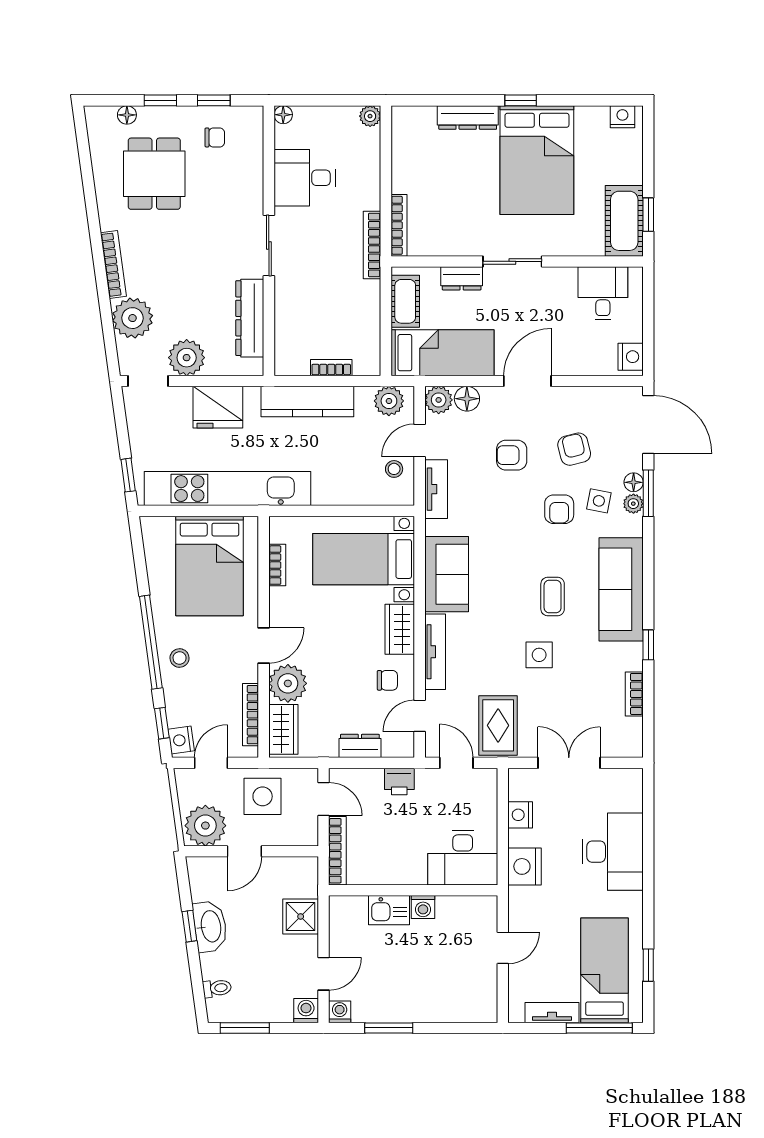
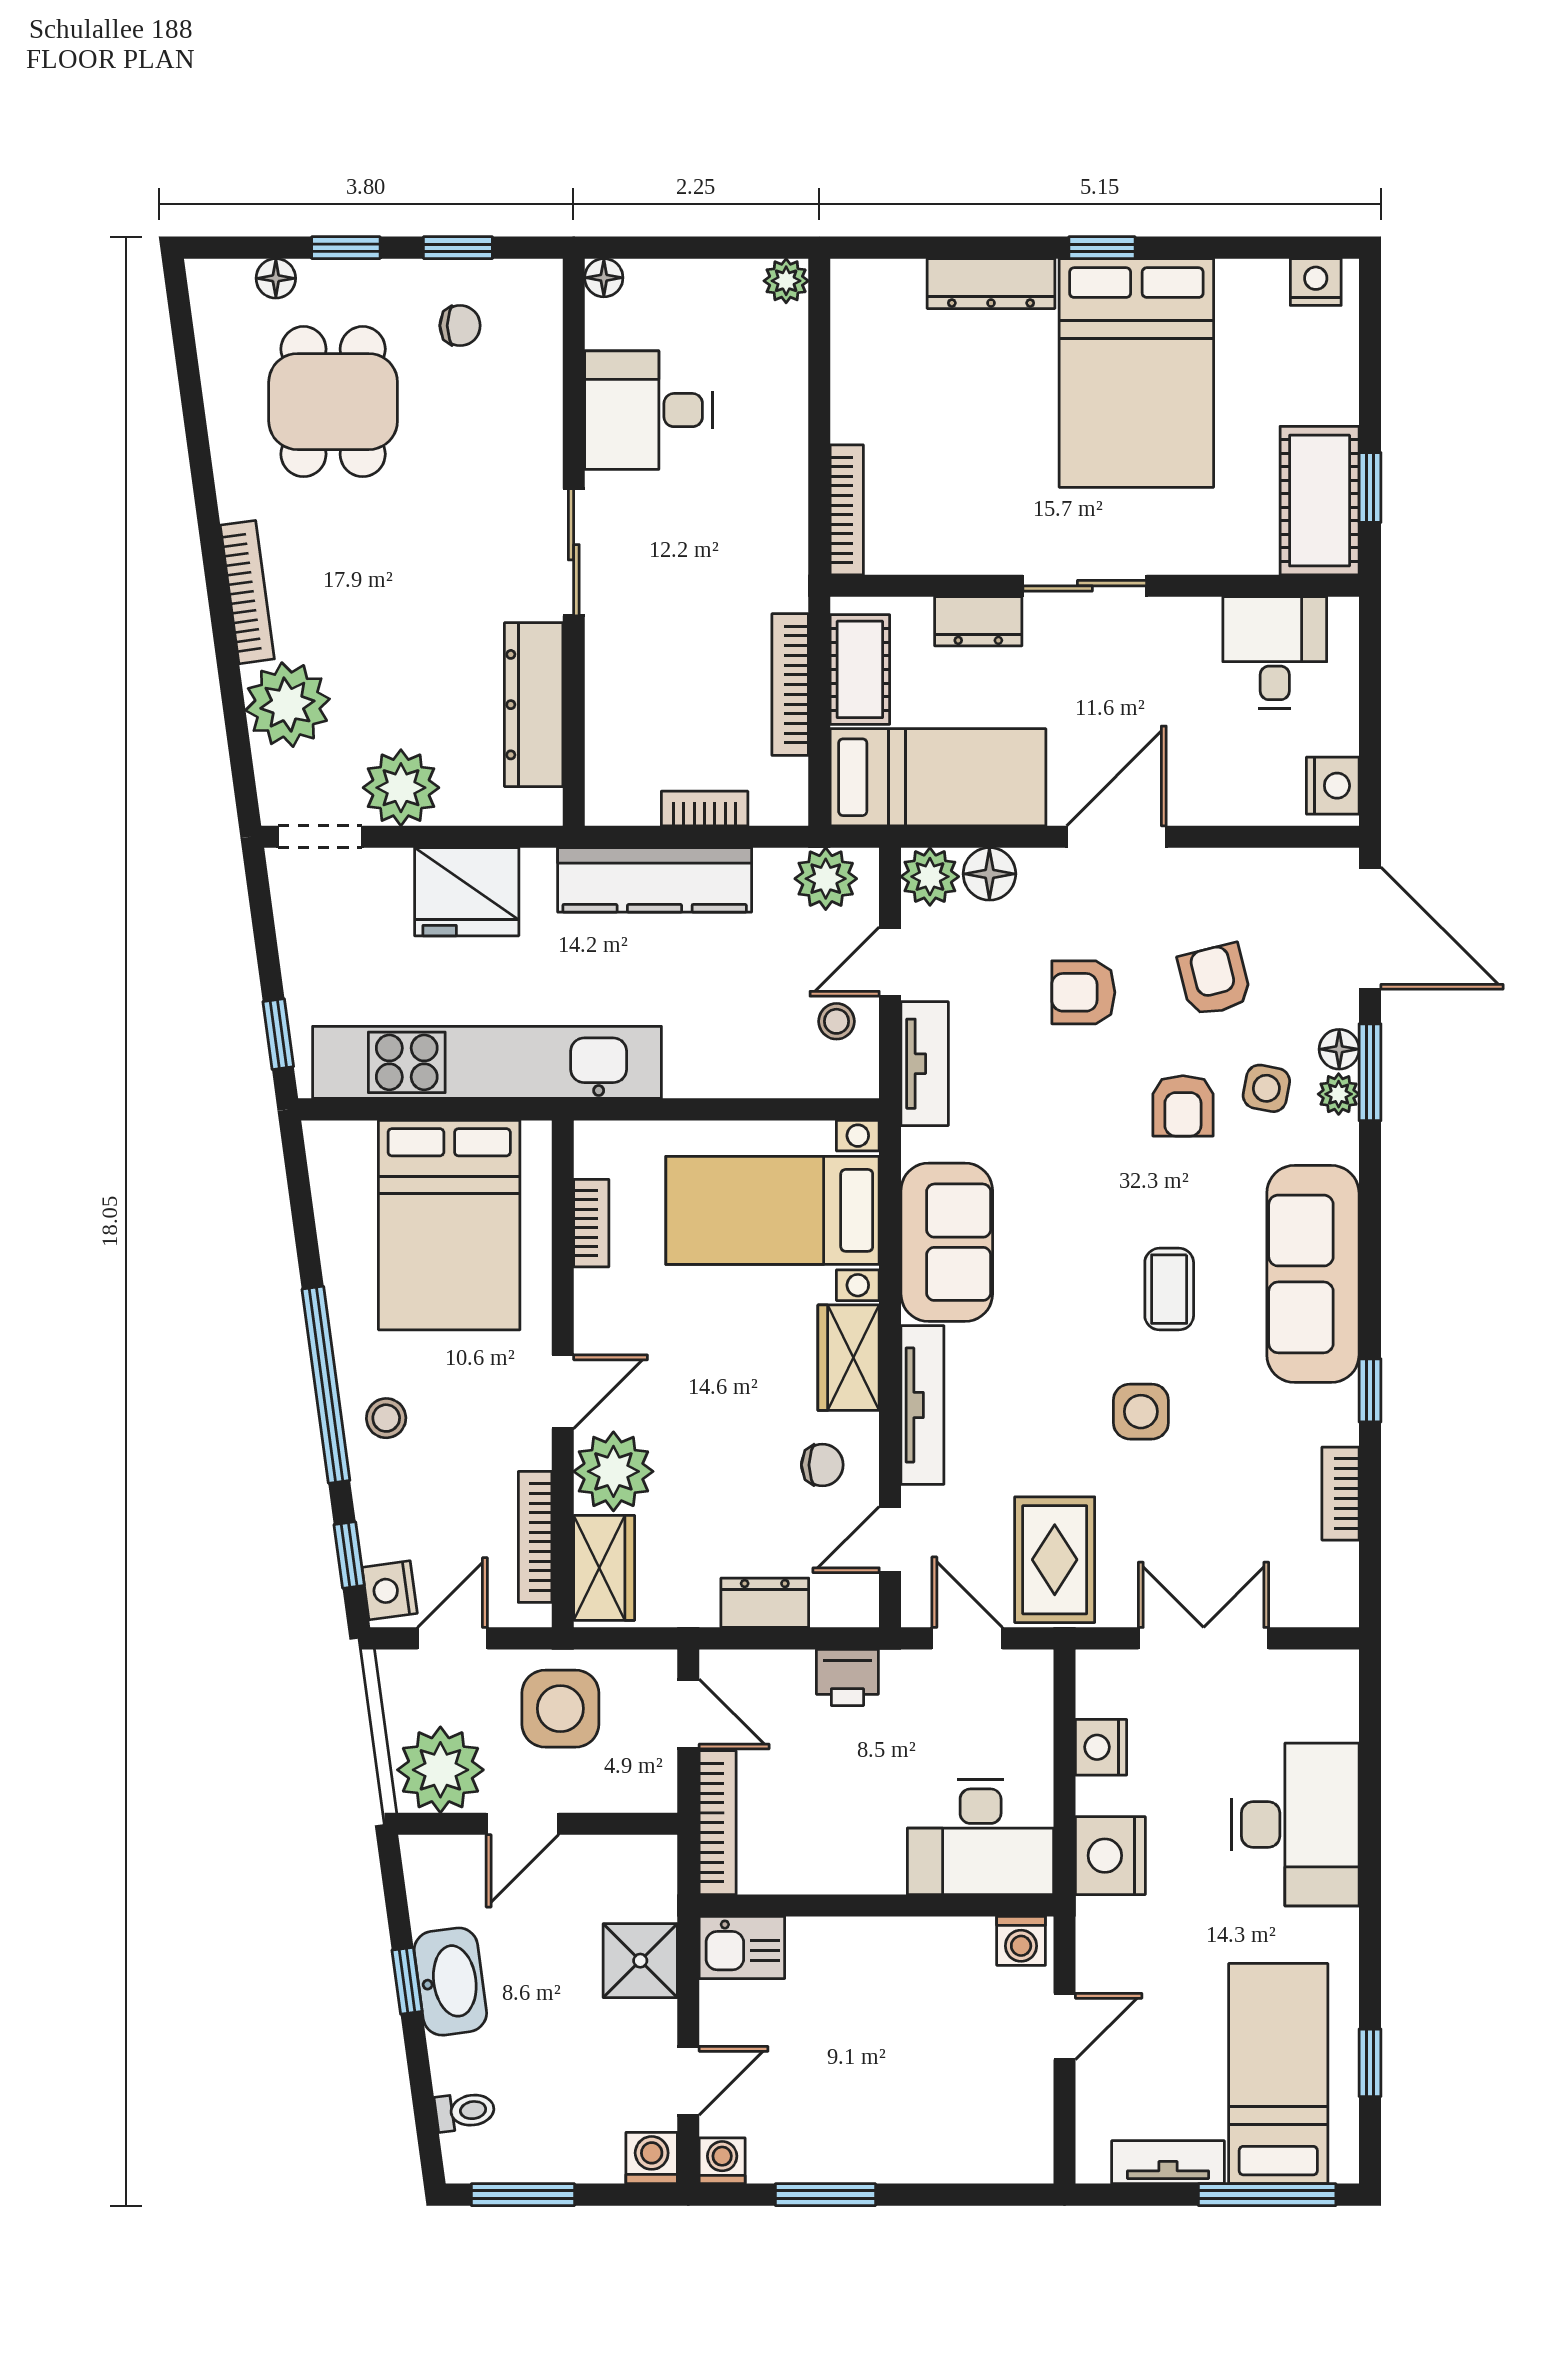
bookcase: (372, 245) -> (790, 685), moved
washing machine: (423, 907) -> (1021, 1941), moved
kitchen sink: (389, 910) -> (742, 1947), moved

